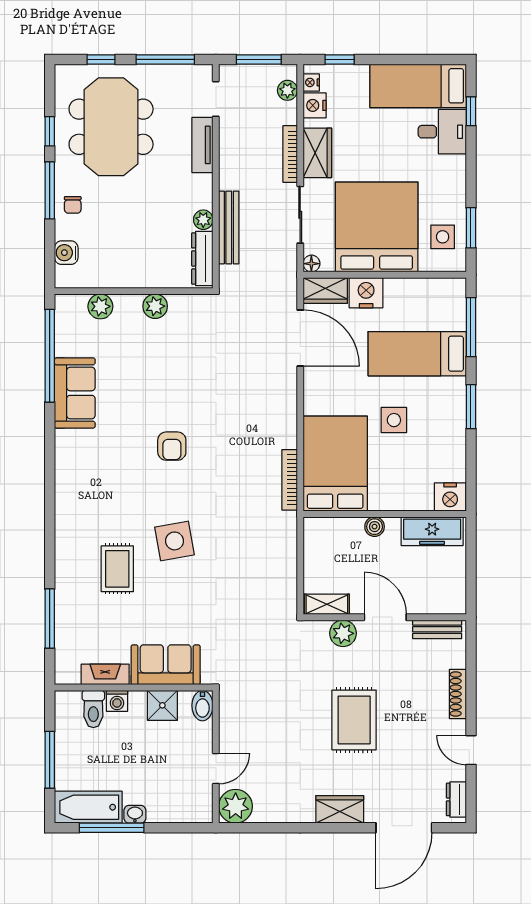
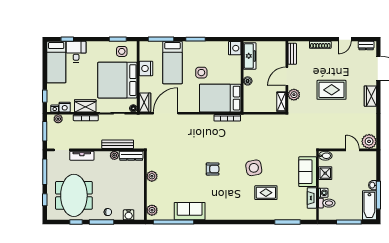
meeting table: (111, 127) -> (74, 195), turned 90
nightstand: (366, 293) -> (146, 68), moved
plant: (100, 306) -> (152, 210), moved

